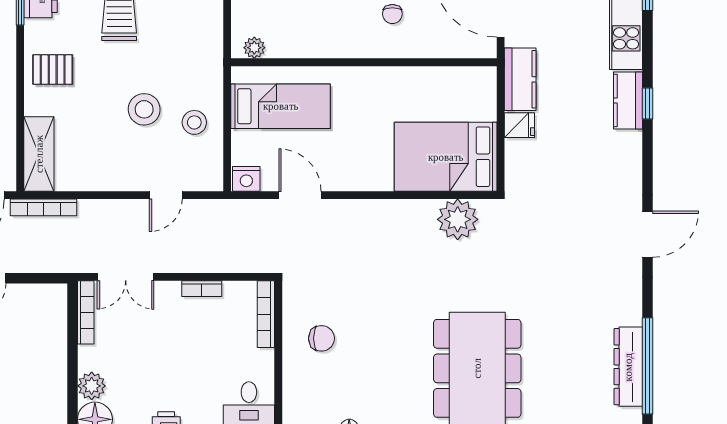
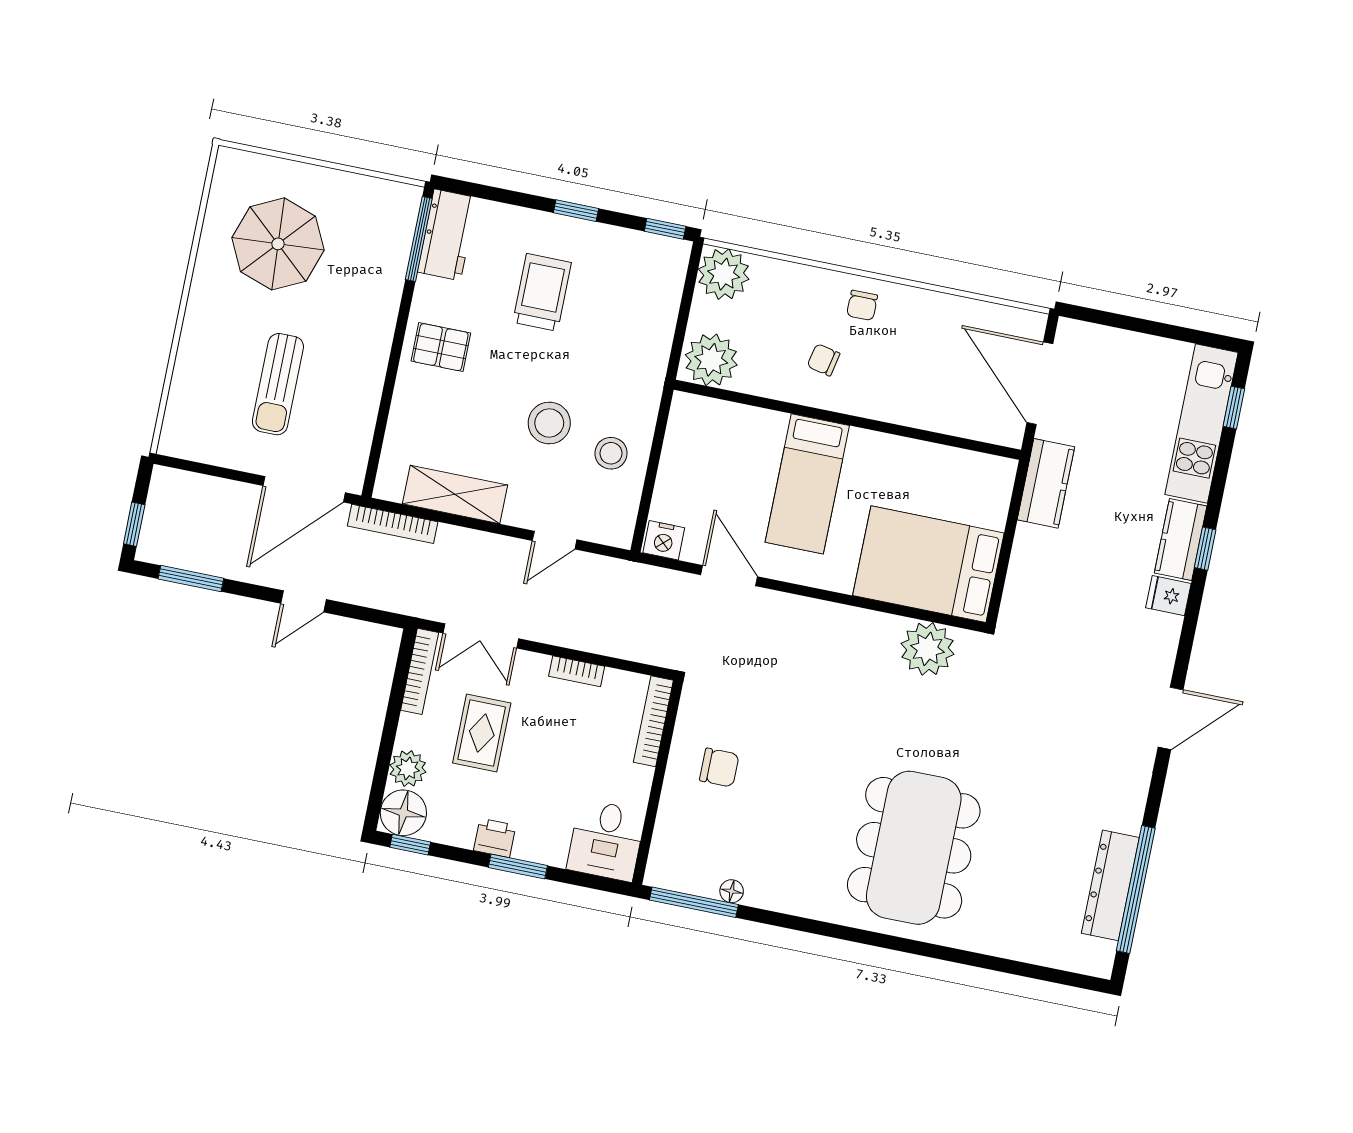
chair: (392, 14) -> (824, 360), moved, turned 102
plant: (254, 48) -> (711, 360), width x1.87, depth x1.87
bed: (281, 106) -> (807, 484), moved, turned 90
fridge: (519, 125) -> (1168, 596), moved, turned 180
shelving: (39, 154) -> (455, 494), moved, turned 90
rug: (141, 349) -> (482, 733), added

